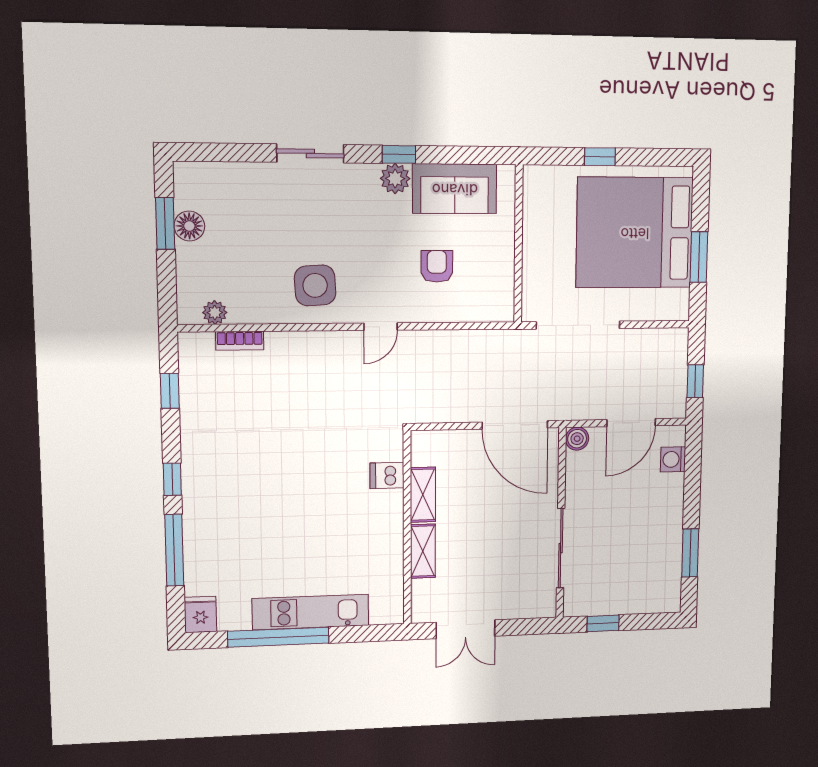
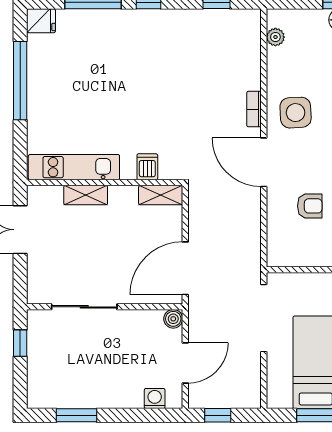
door: (381, 327) -> (264, 162), width x1.87
bookcase: (240, 341) -> (254, 109), moved
door: (631, 423) -> (185, 363), swing flipped
shelving: (423, 495) -> (161, 195), moved
kitchen unit: (311, 612) -> (74, 167), moved, turned -90

